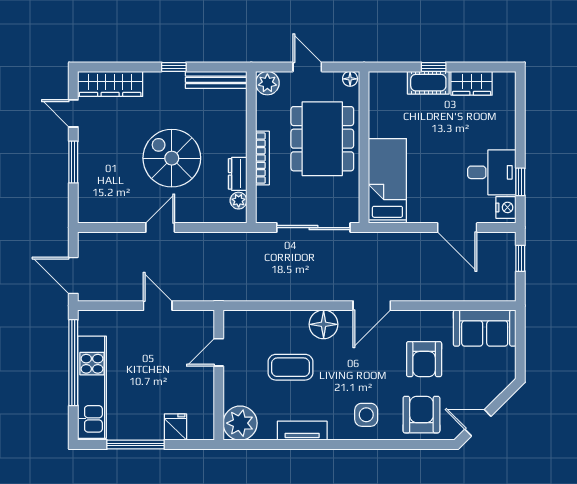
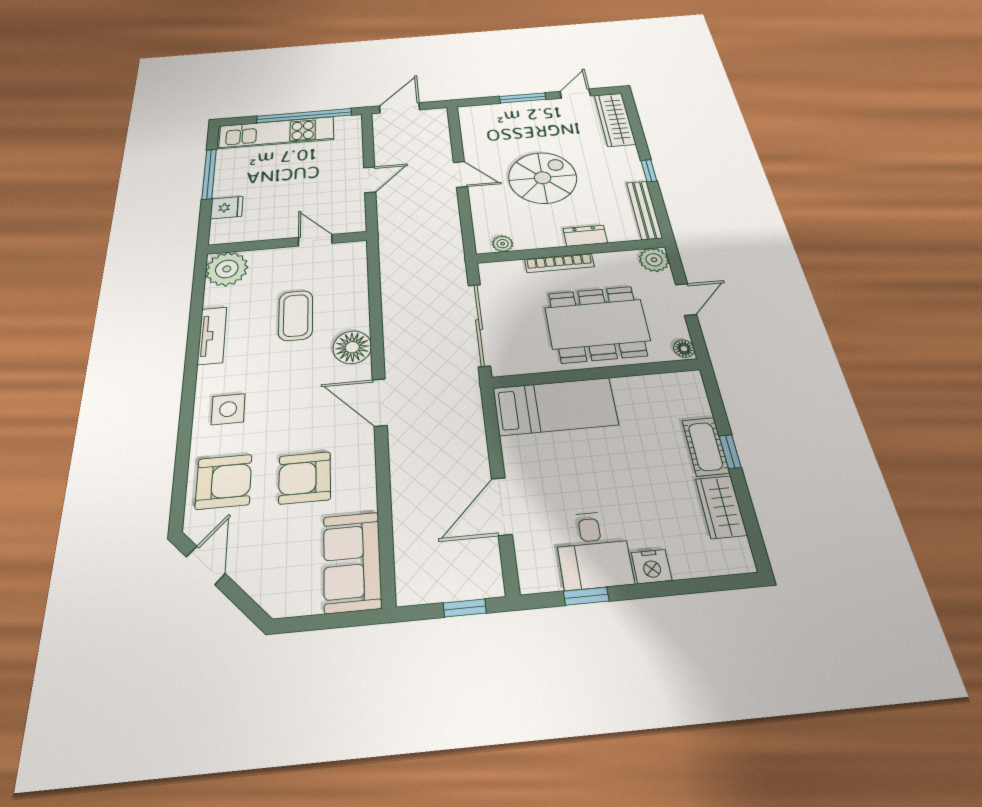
dresser: (238, 174) -> (585, 236), moved
nightstand: (506, 207) -> (652, 567), moved

